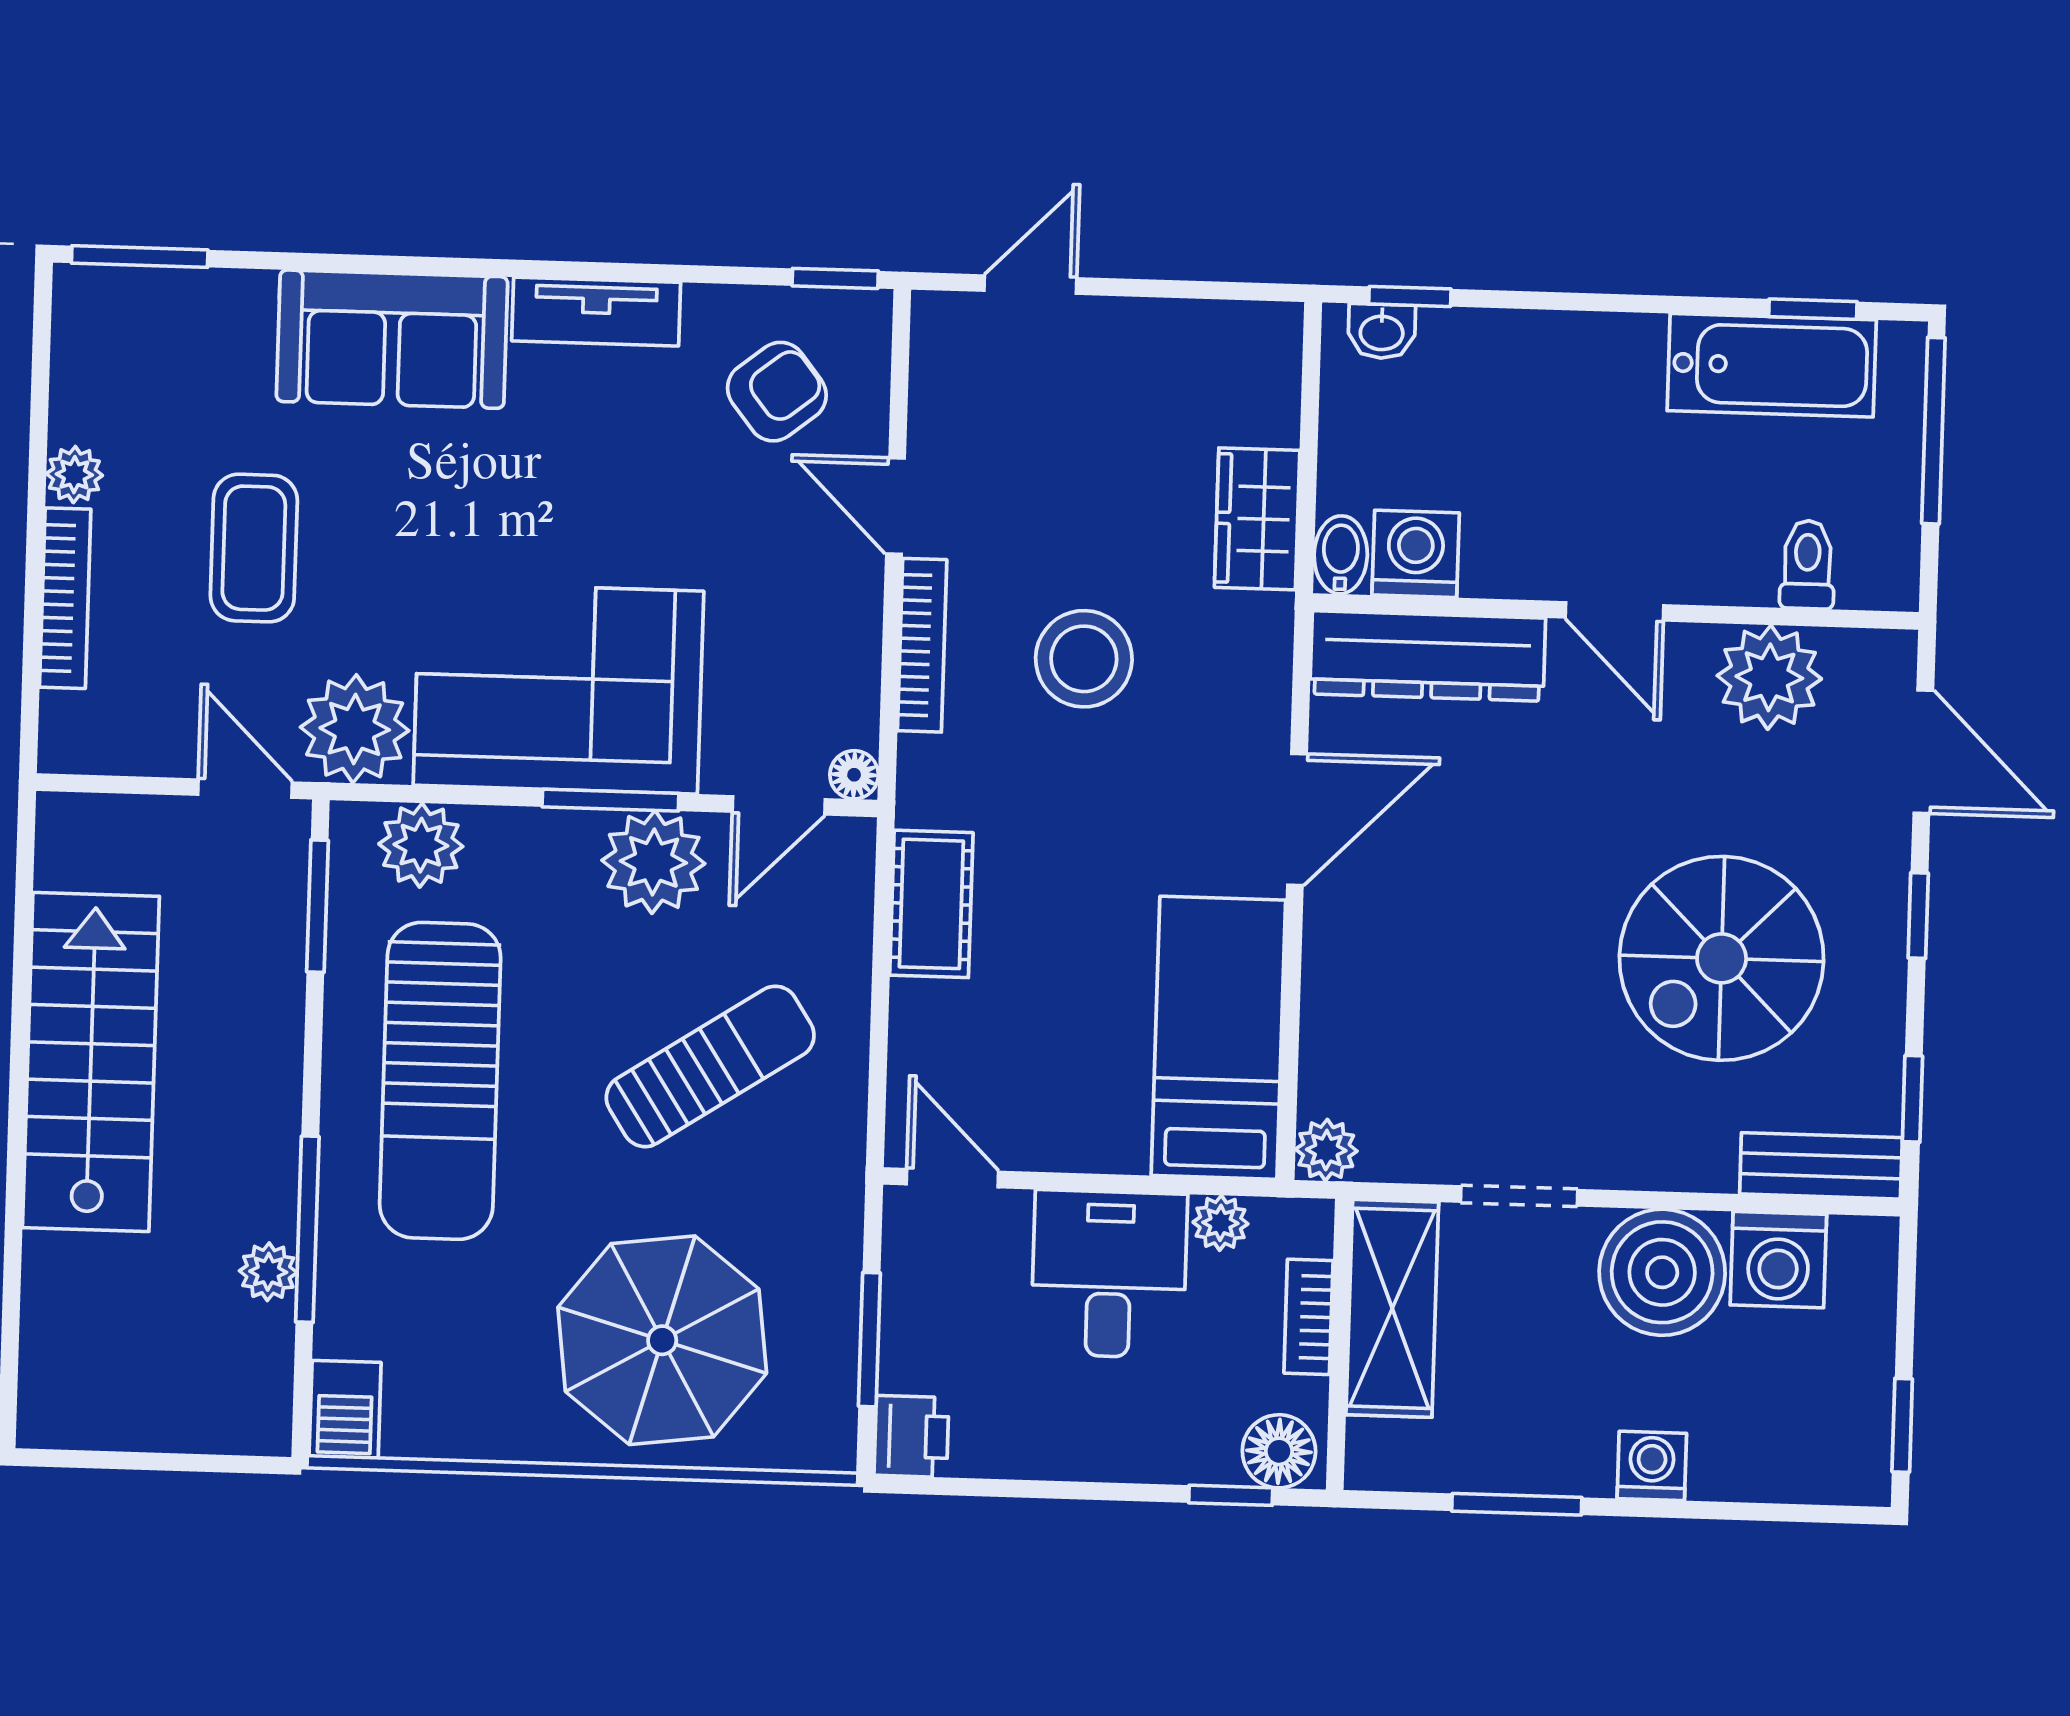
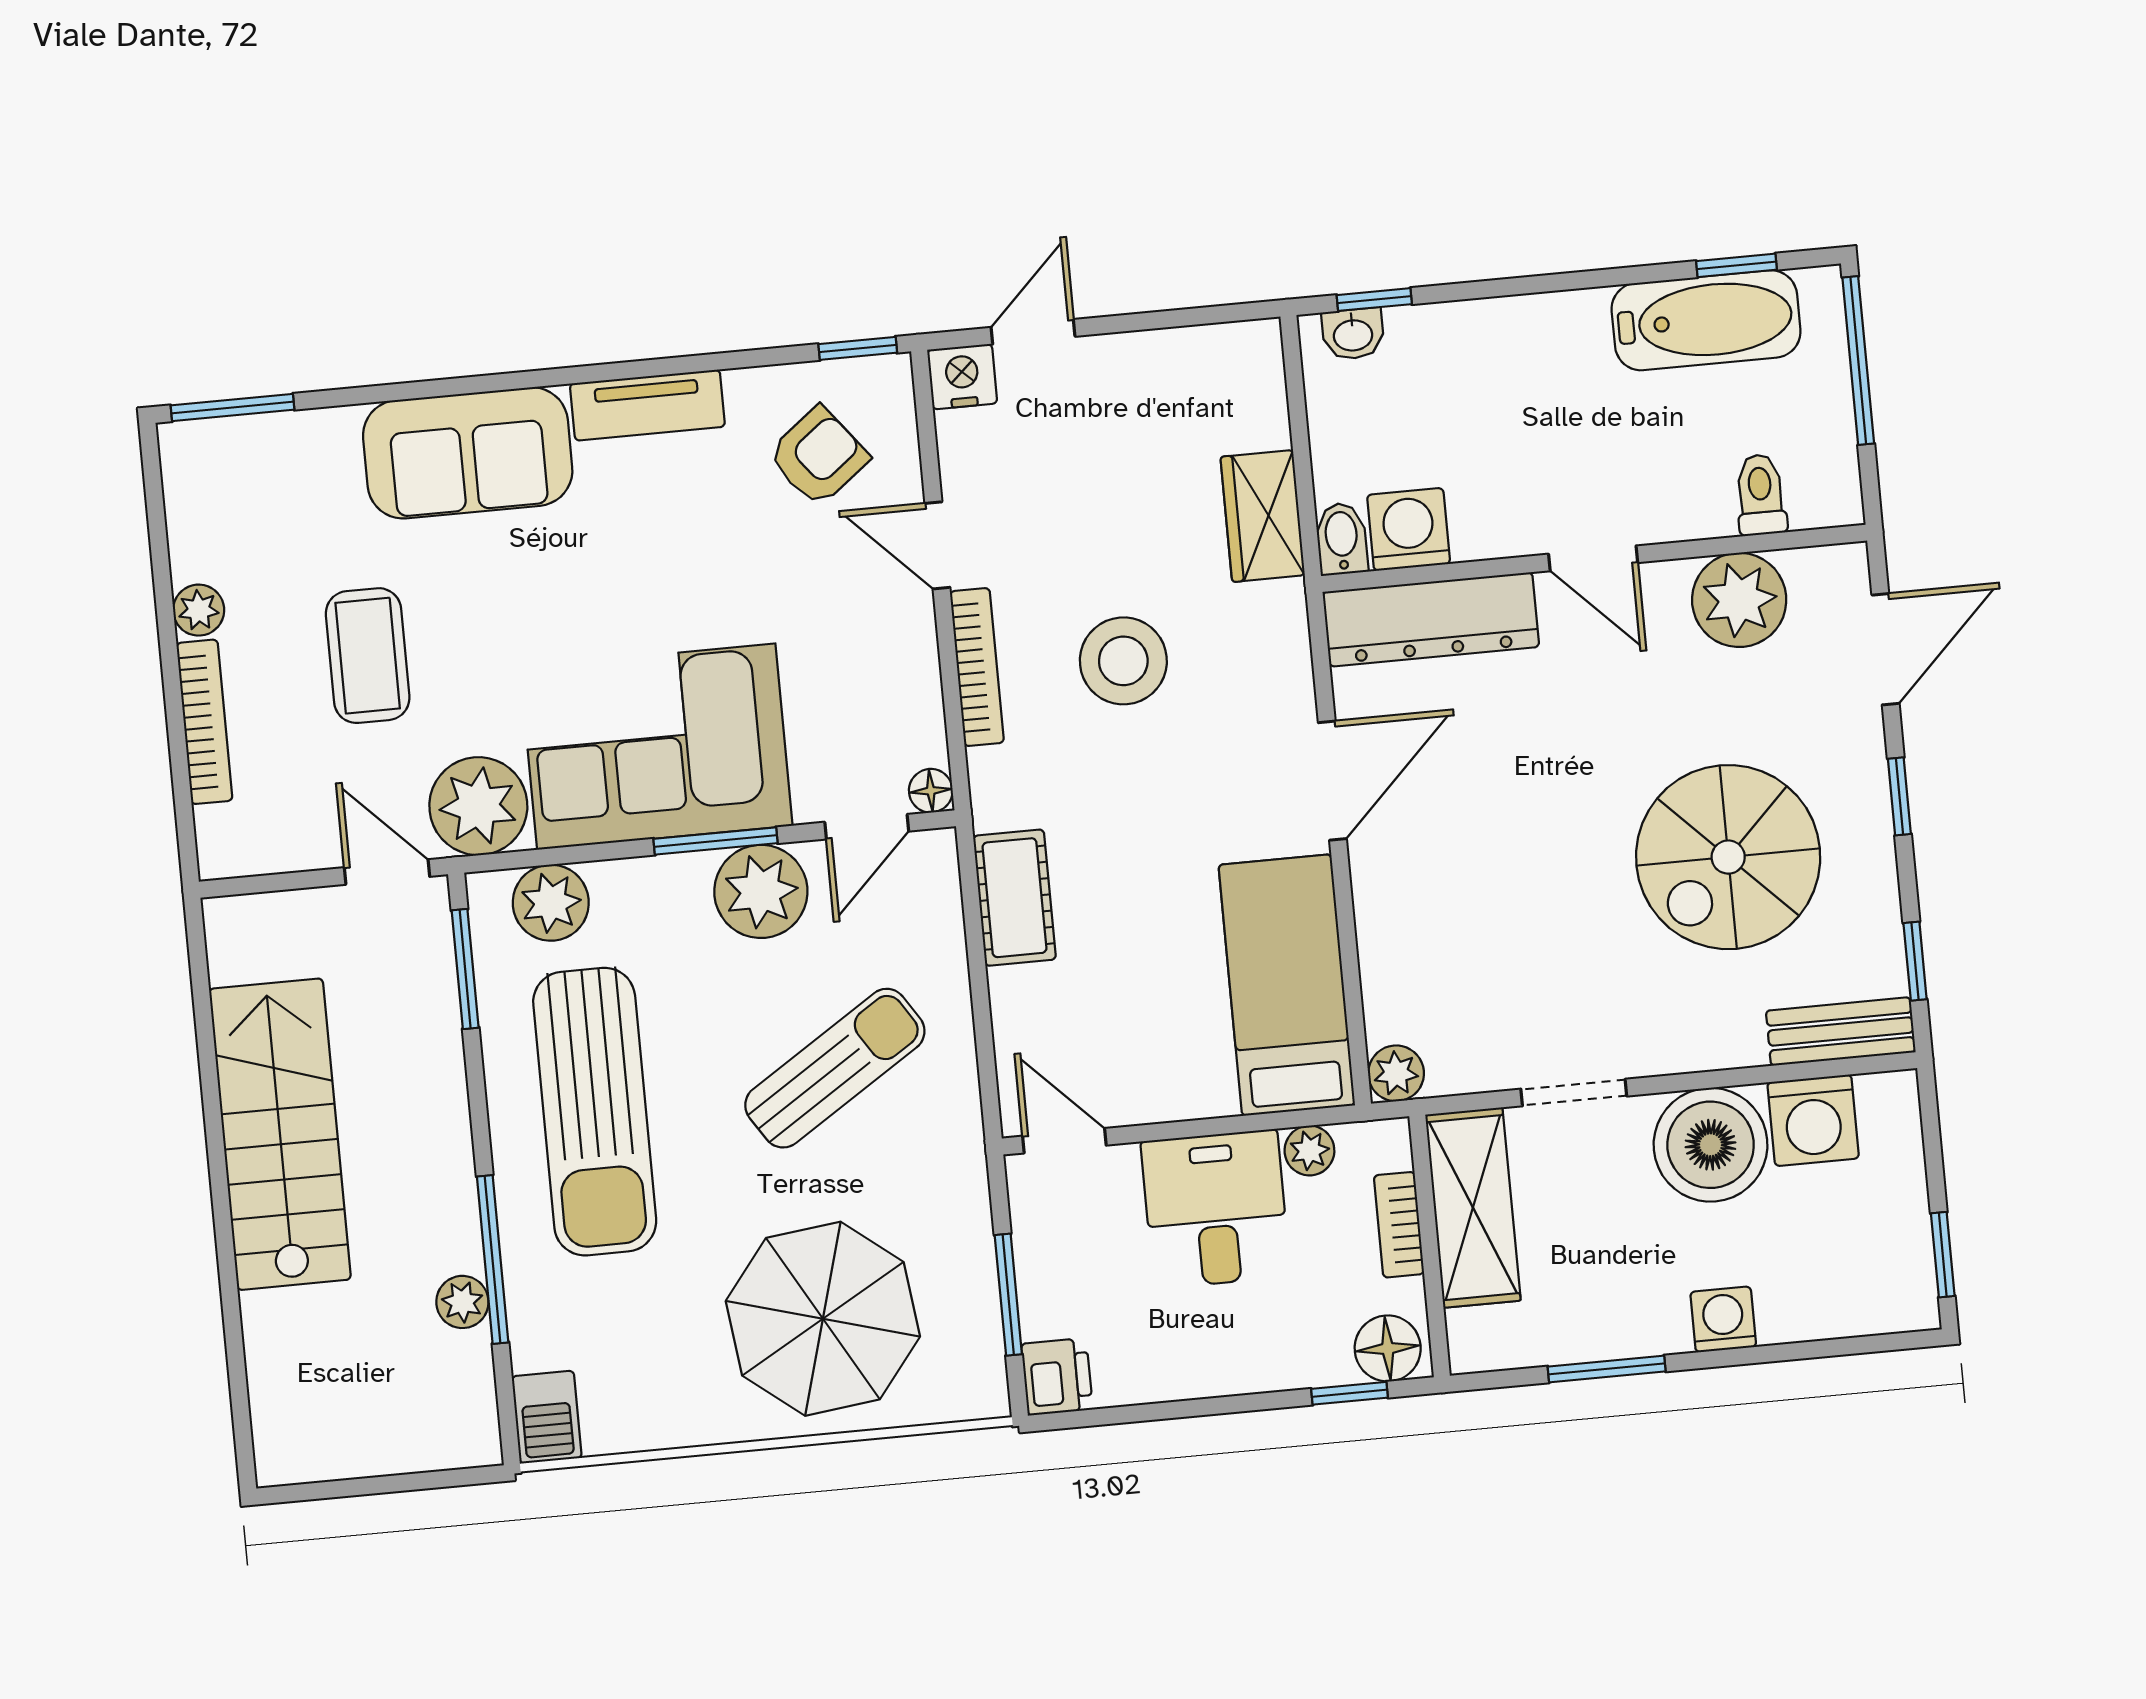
nightstand: (946, 324) -> (962, 377), added
door: (1923, 752) -> (1886, 649), hinge flipped

